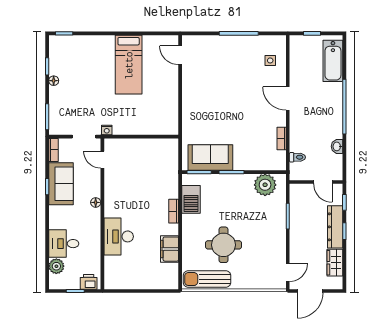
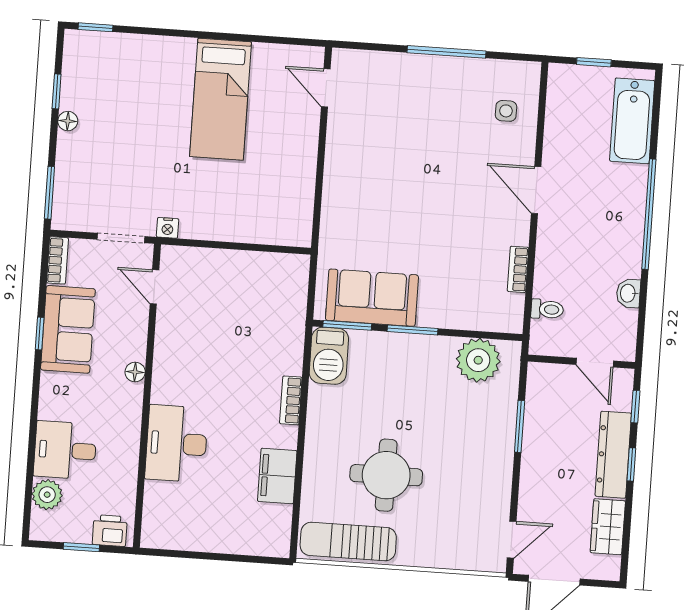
barbecue: (191, 199) -> (329, 356), moved

